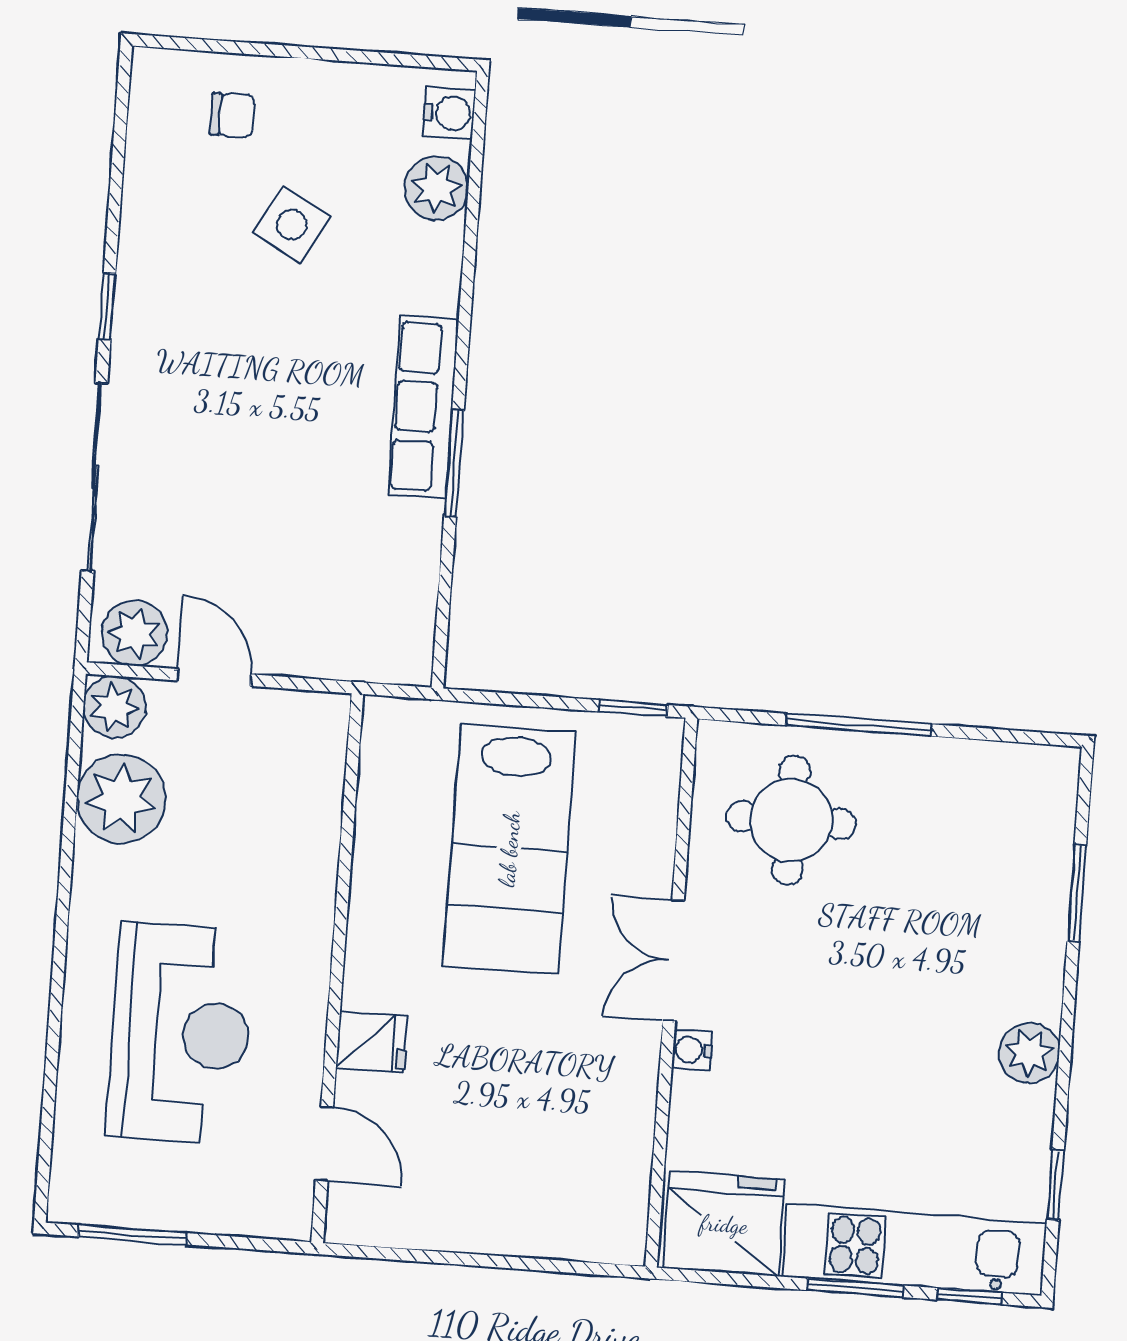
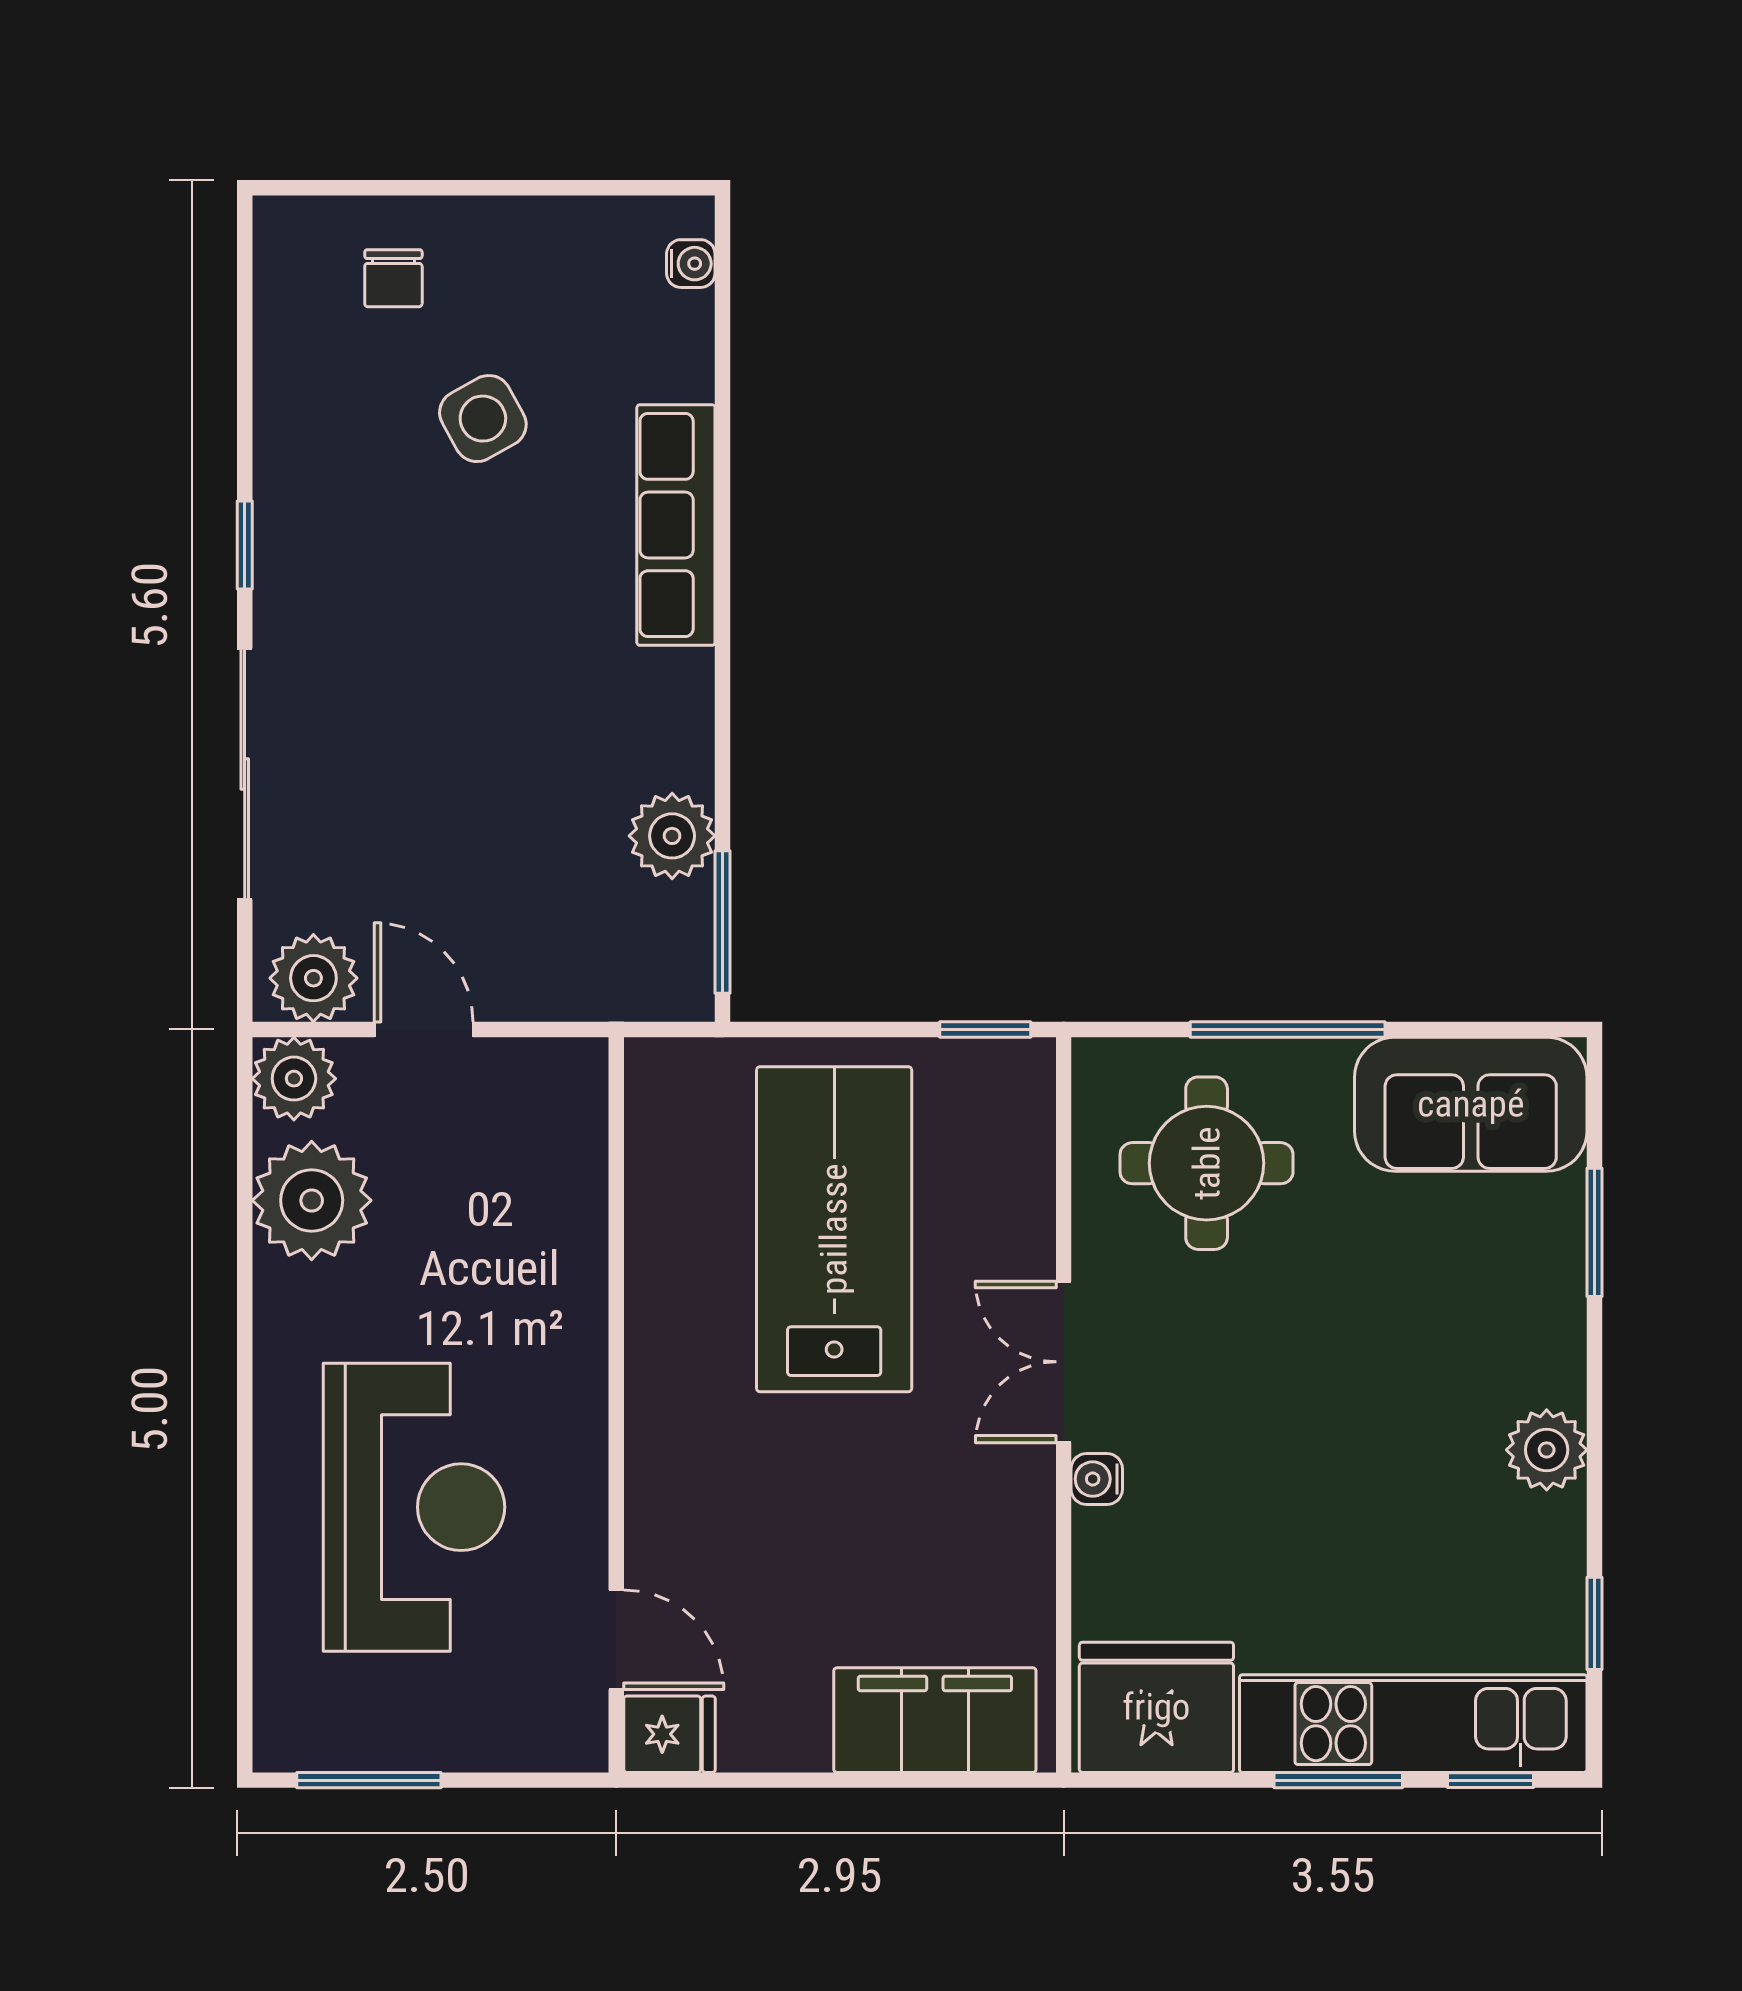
water cooler: (449, 113) -> (691, 264), width x0.72, depth x0.72
chair: (233, 115) -> (393, 278), turned 90
plant: (436, 188) -> (672, 836), moved
side table: (292, 225) -> (483, 419), turned 32
row of seats: (423, 407) -> (676, 525), moved
window: (454, 463) -> (722, 922), moved
sofa: (992, 791) -> (1471, 1104), added
lab bench: (509, 849) -> (834, 1229), turned 180
fridge: (372, 1042) -> (670, 1734), moved
filing cabinet: (558, 1221) -> (935, 1720), added

